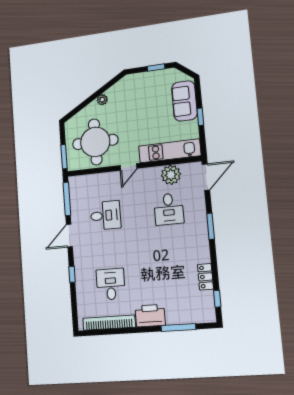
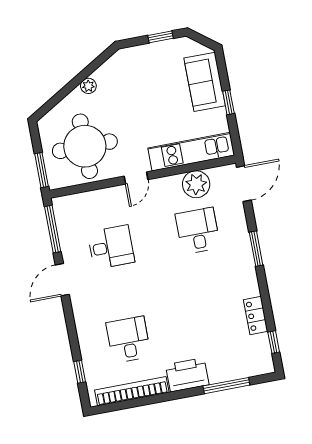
desk: (169, 209) -> (198, 231), turned 180
window: (72, 274) -> (80, 372), moved

